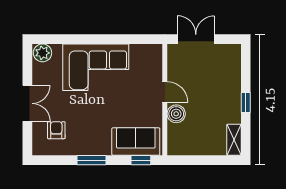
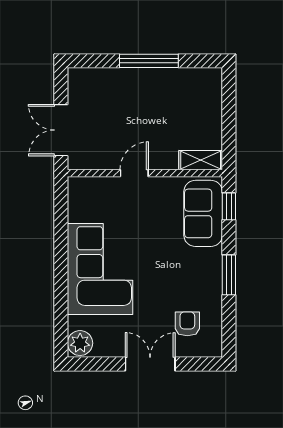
window: (246, 102) -> (149, 61), width x2.17
boiler: (176, 114) -> (165, 157), removed
armchair: (56, 130) -> (187, 324), turned 90
shelving: (234, 140) -> (201, 160), moved

